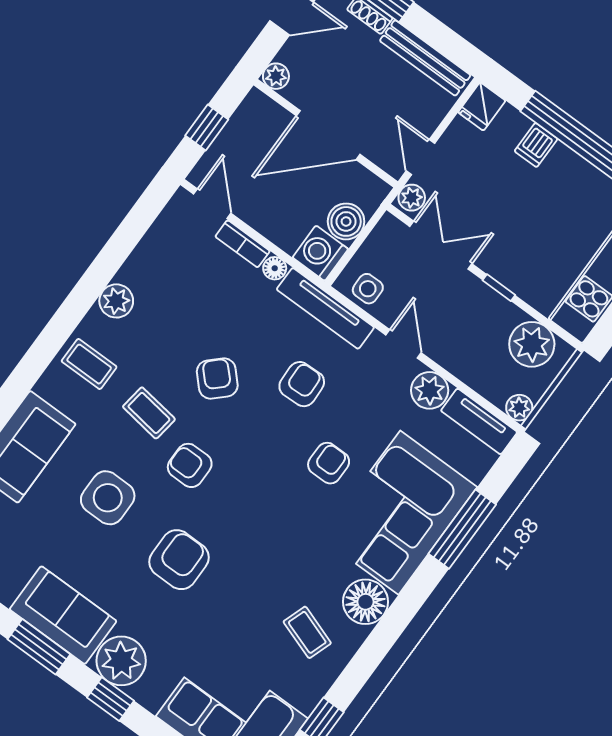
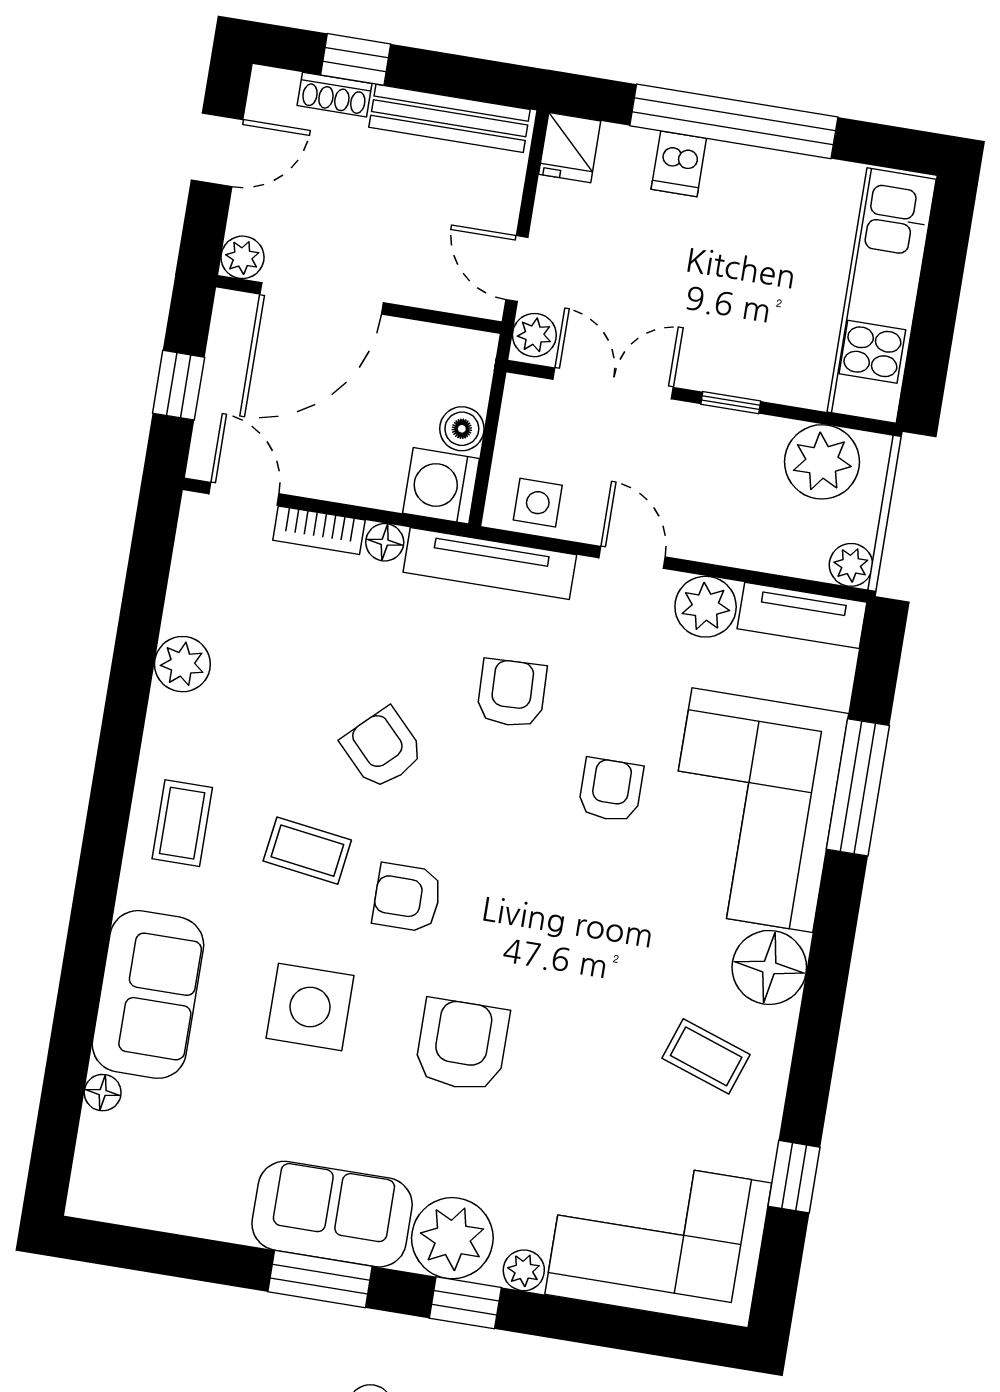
door: (328, 135) -> (322, 298), moved
boiler: (346, 221) -> (462, 429), width x0.73, depth x0.73
plant: (116, 301) -> (182, 664), moved
coffee table: (89, 364) -> (182, 823), turned 90
plant: (151, 698) -> (524, 1270), added

